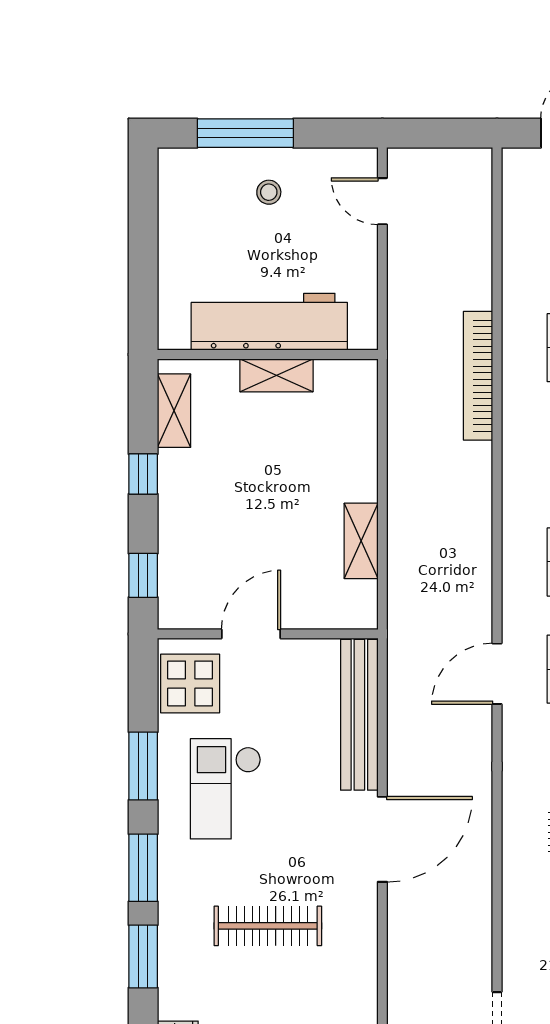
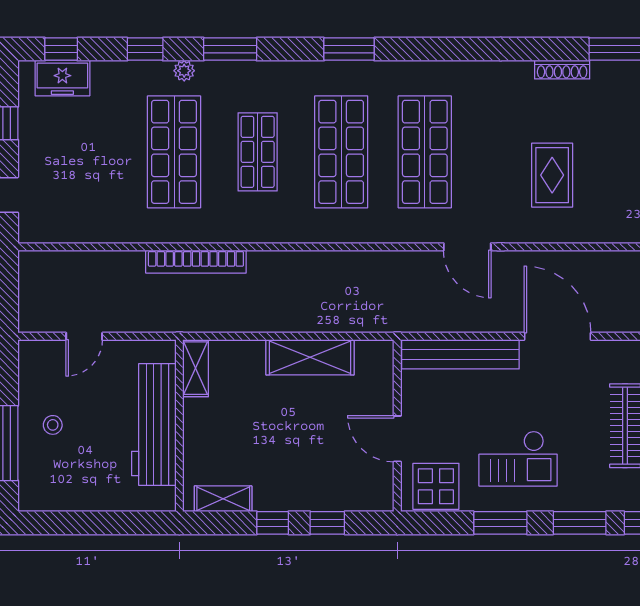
door: (382, 201) -> (84, 336), moved
shelving: (276, 375) -> (196, 368), moved
shelving: (361, 541) -> (310, 357), width x1.50, depth x1.33
window: (143, 575) -> (327, 523), moved
door: (497, 674) -> (467, 247), moved

